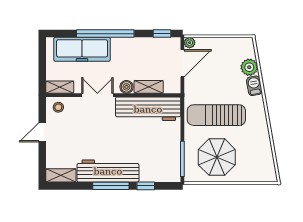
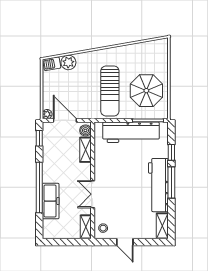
freezer: (82, 49) -> (51, 201), width x0.73, depth x0.79
barbecue: (254, 86) -> (52, 64), moved
boiler: (126, 87) -> (85, 130), moved
workbench: (148, 109) -> (131, 132), moved, turned 90

